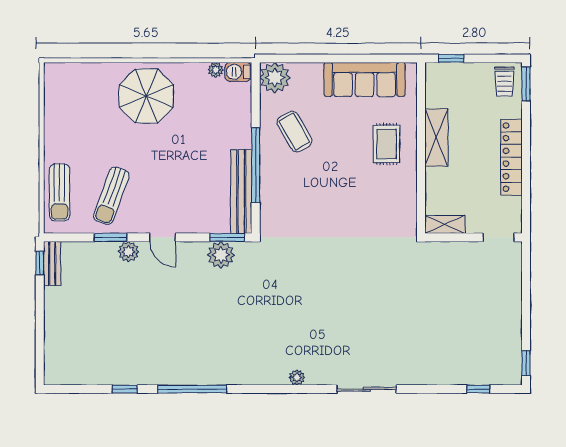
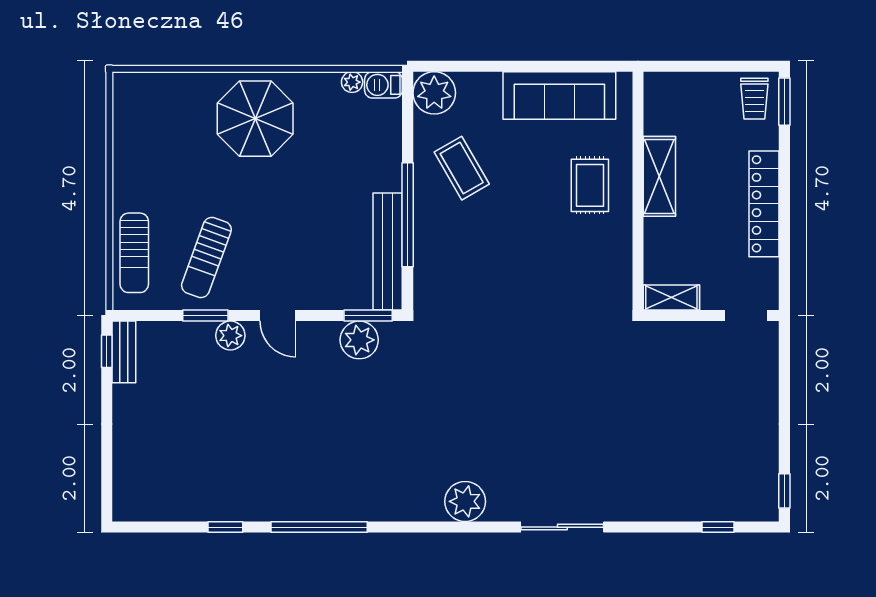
window: (451, 58) -> (680, 66), removed
plant: (297, 378) -> (465, 501), width x1.87, depth x1.87

